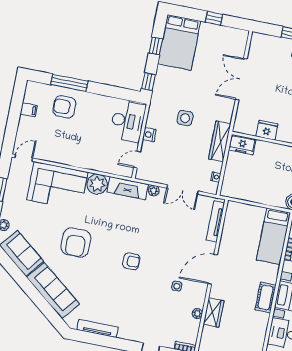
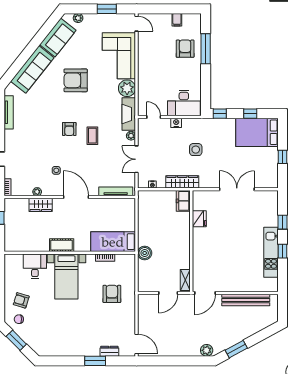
coffee table: (145, 236) -> (92, 136), added

